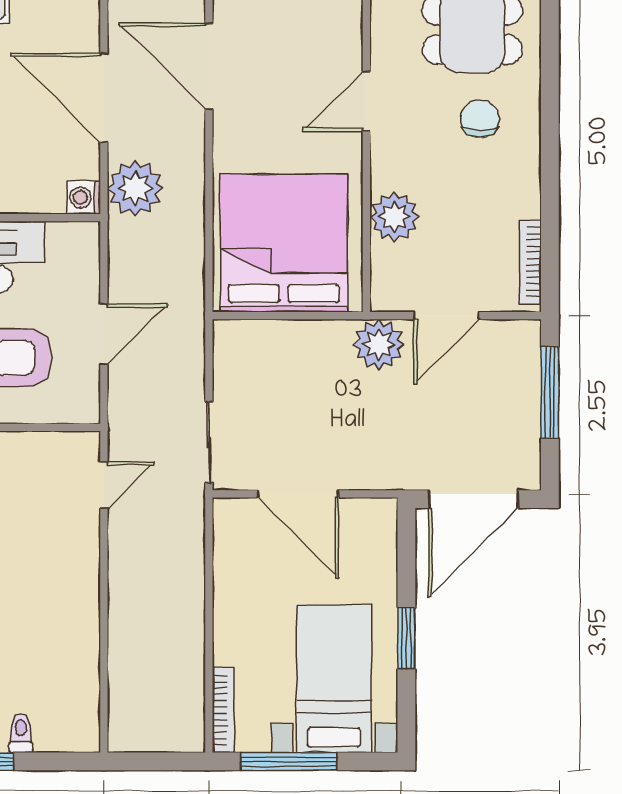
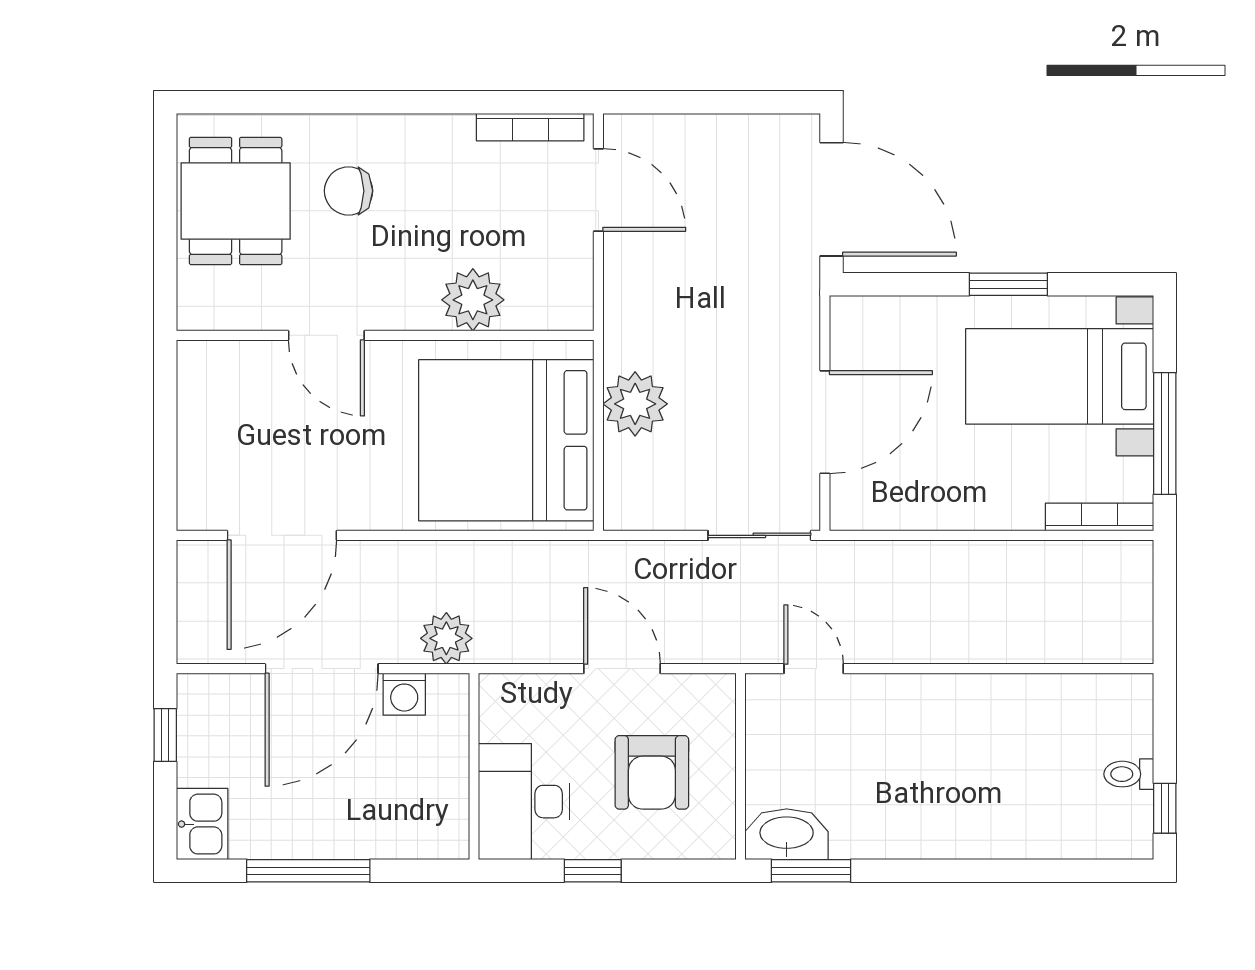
plant: (135, 188) -> (446, 638), width x0.73, depth x0.73
washing machine: (84, 197) -> (404, 694), moved
door: (447, 316) -> (598, 190), moved
plant: (379, 344) -> (635, 404), moved
window: (550, 392) -> (696, 102), removed

